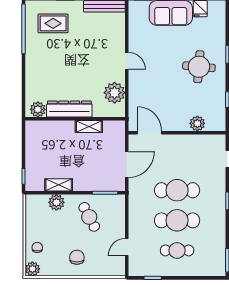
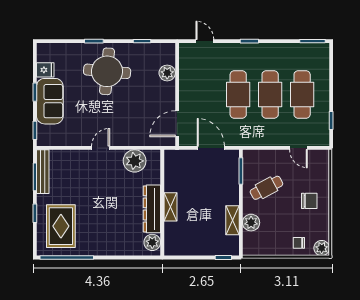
rug: (53, 23) -> (61, 226), width x1.36, depth x1.43
round table: (199, 67) -> (107, 71), width x1.36, depth x1.36
shelving: (89, 127) -> (170, 207), moved
cafe table: (177, 250) -> (302, 95), width x1.37, depth x1.35
chair: (77, 257) -> (309, 201), turned 180

